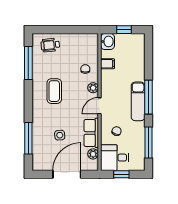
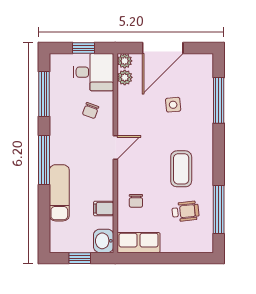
wheelchair: (50, 45) -> (185, 211), moved
plant: (93, 88) -> (125, 61), moved
exam couch: (138, 101) -> (59, 193), moved
row of seats: (91, 133) -> (139, 243), moved, turned -90

